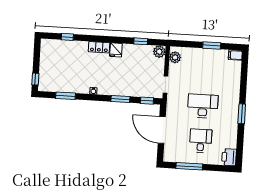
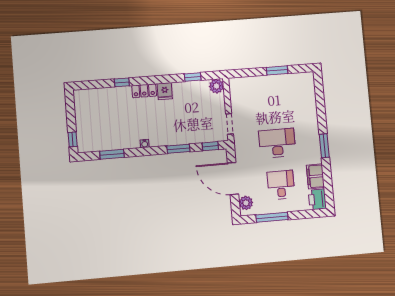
window: (67, 37) -> (122, 82), moved
filing cabinet: (235, 55) -> (315, 176), moved, width x2.00
plant: (175, 57) -> (246, 203), moved

